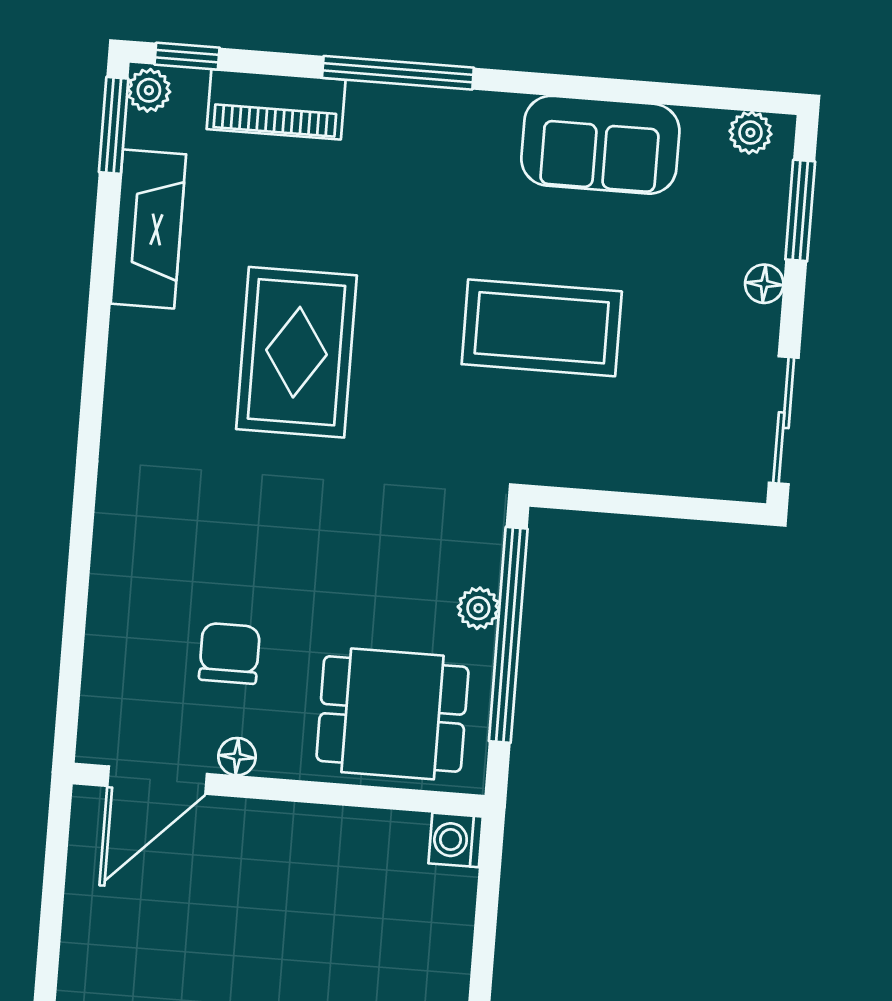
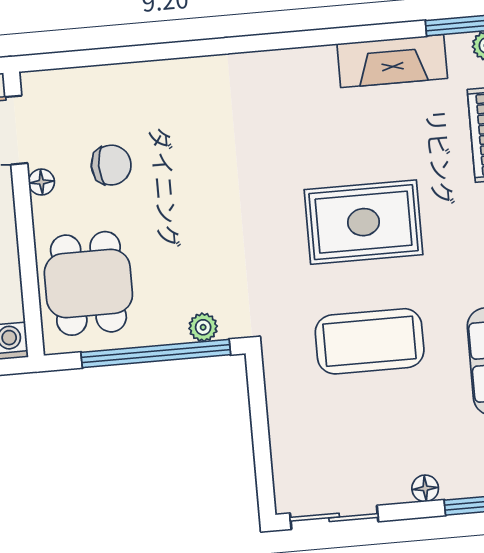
coffee table: (542, 328) -> (370, 341), turned 90
rug: (297, 352) -> (364, 222), moved
plant: (478, 608) -> (203, 327), moved

